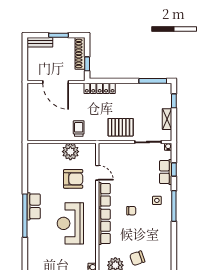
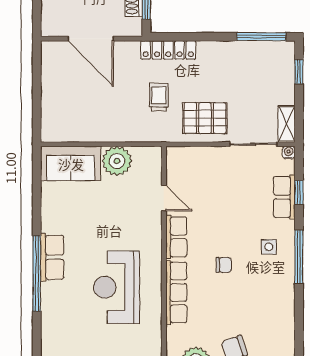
shelving: (167, 119) -> (287, 124), moved
trolley: (79, 128) -> (159, 97), moved
sofa: (44, 153) -> (71, 164), added
armchair: (73, 179) -> (122, 209), removed

